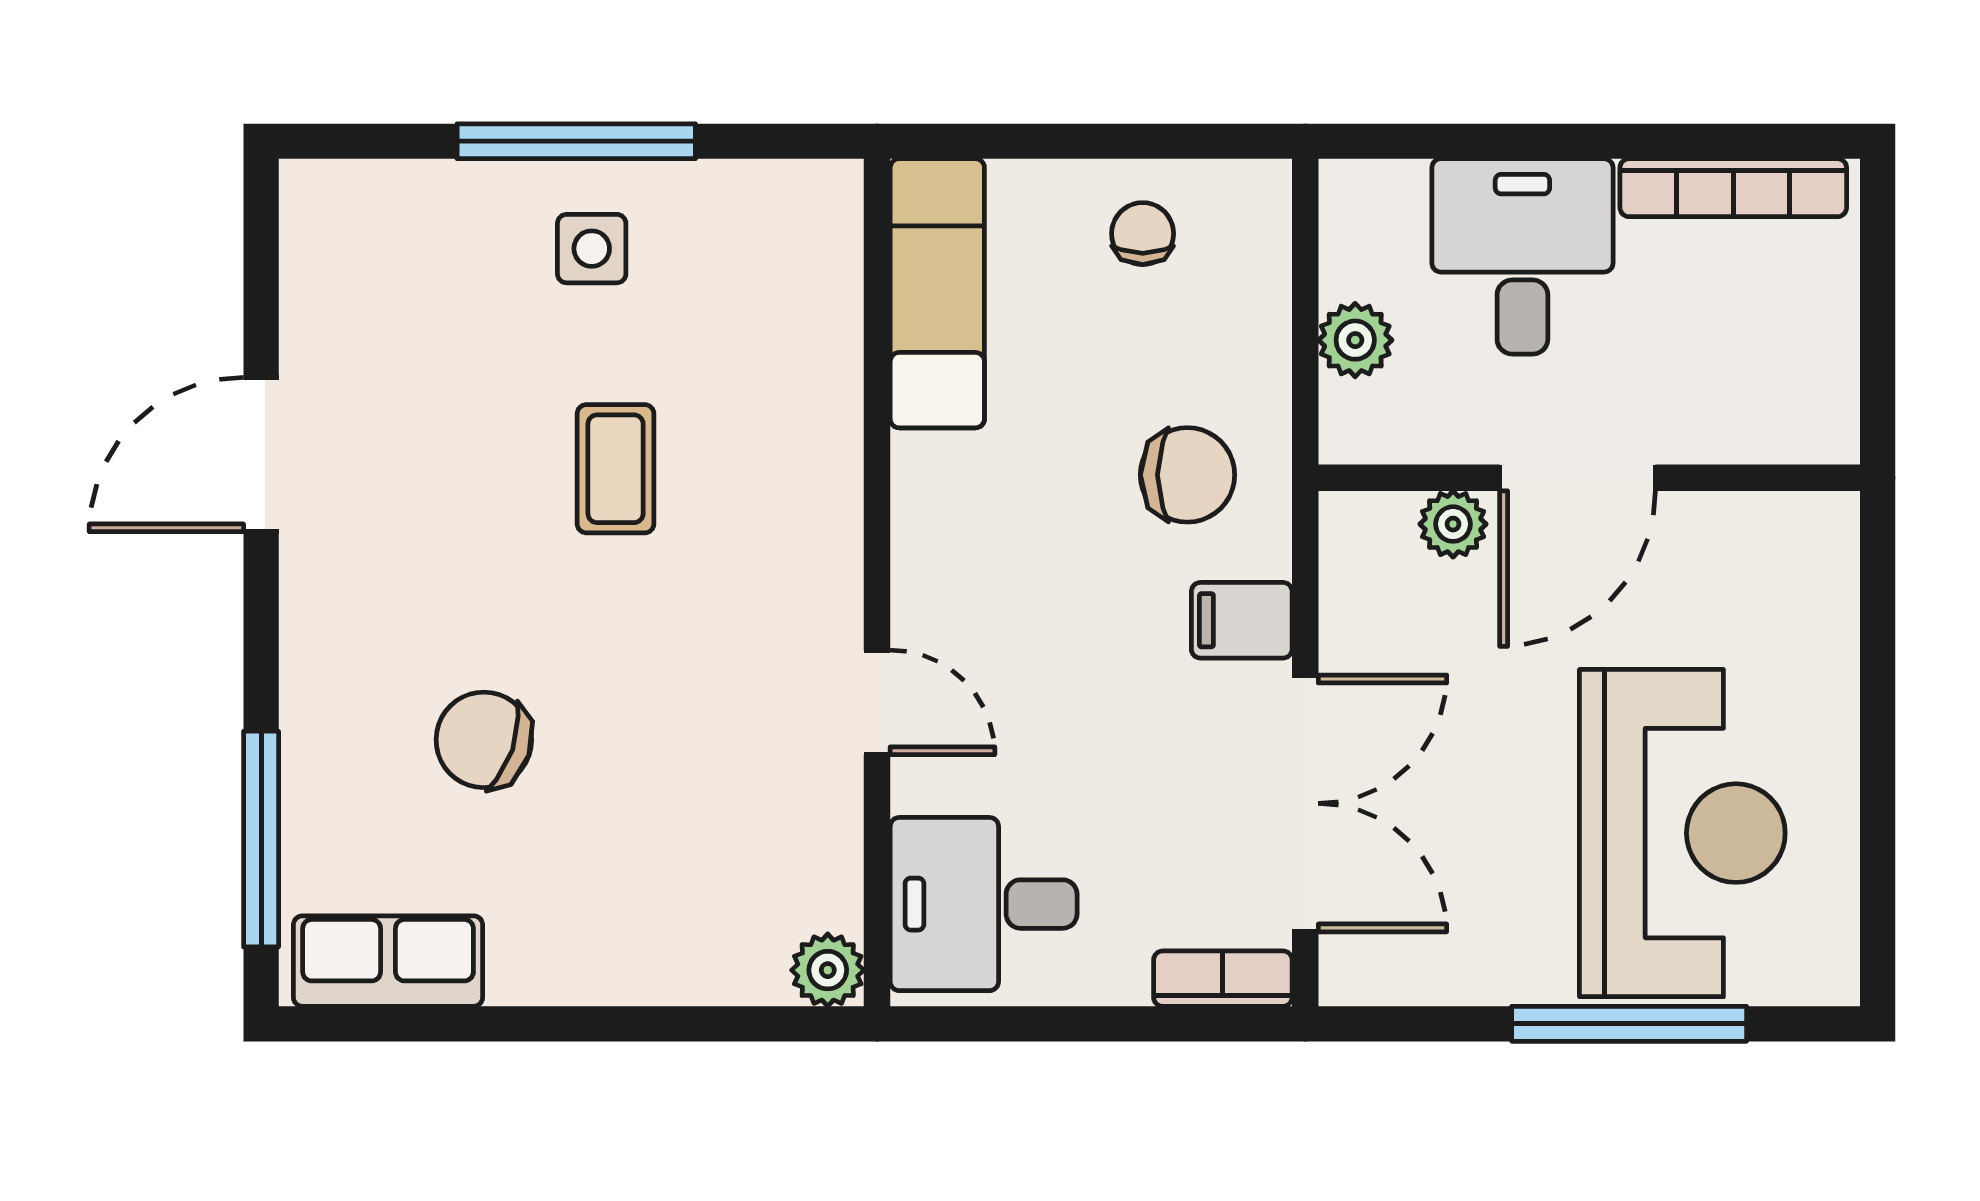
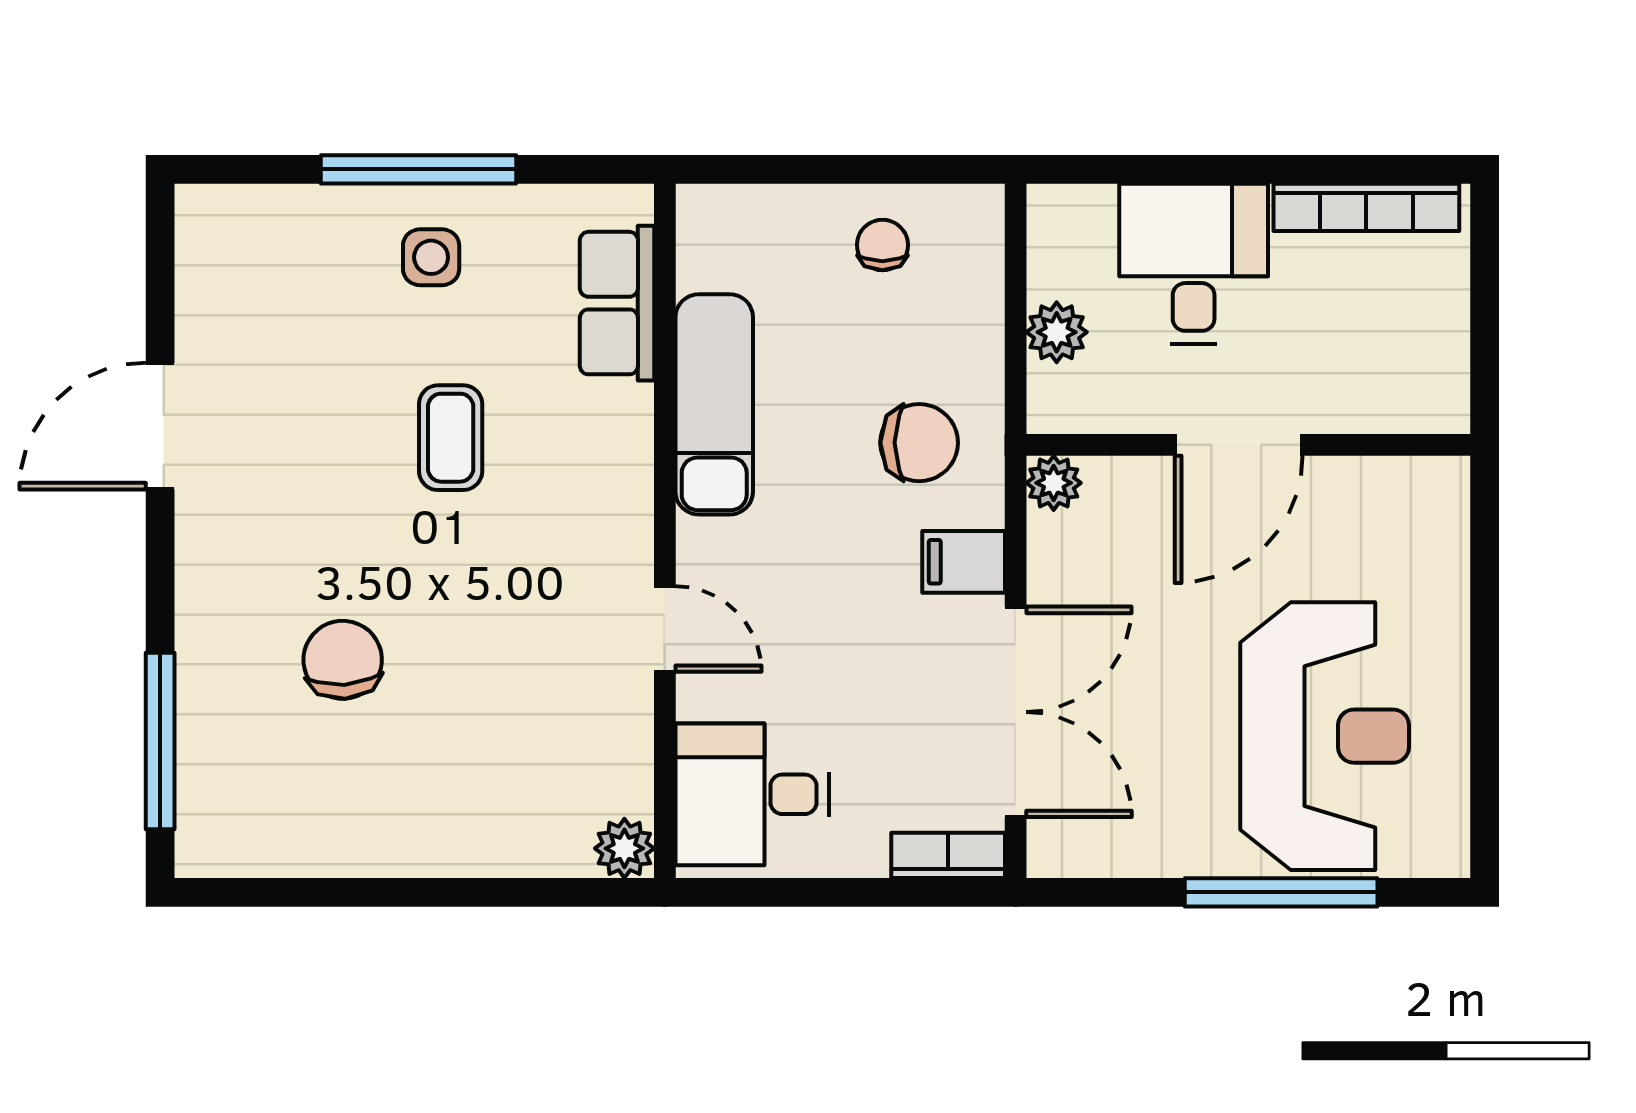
exam couch: (937, 293) -> (714, 404), moved
plant: (1453, 524) -> (1054, 483), moved
chair: (484, 740) -> (343, 660), turned 67
row of seats: (388, 961) -> (617, 303), moved, turned -90

